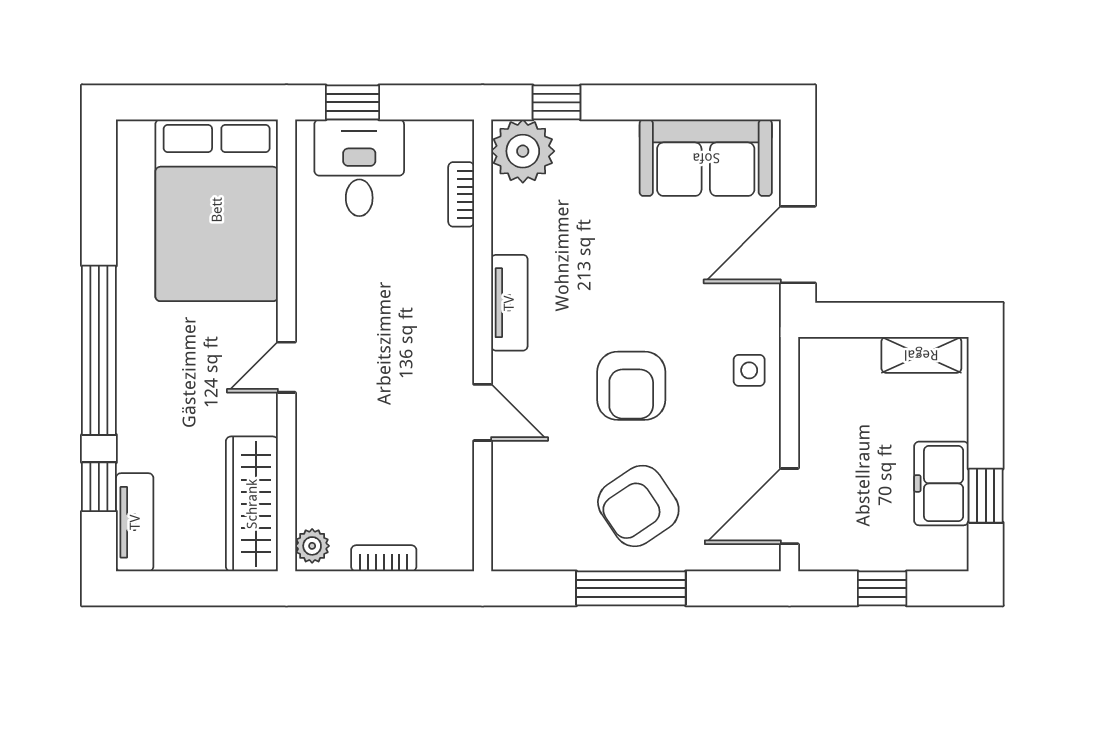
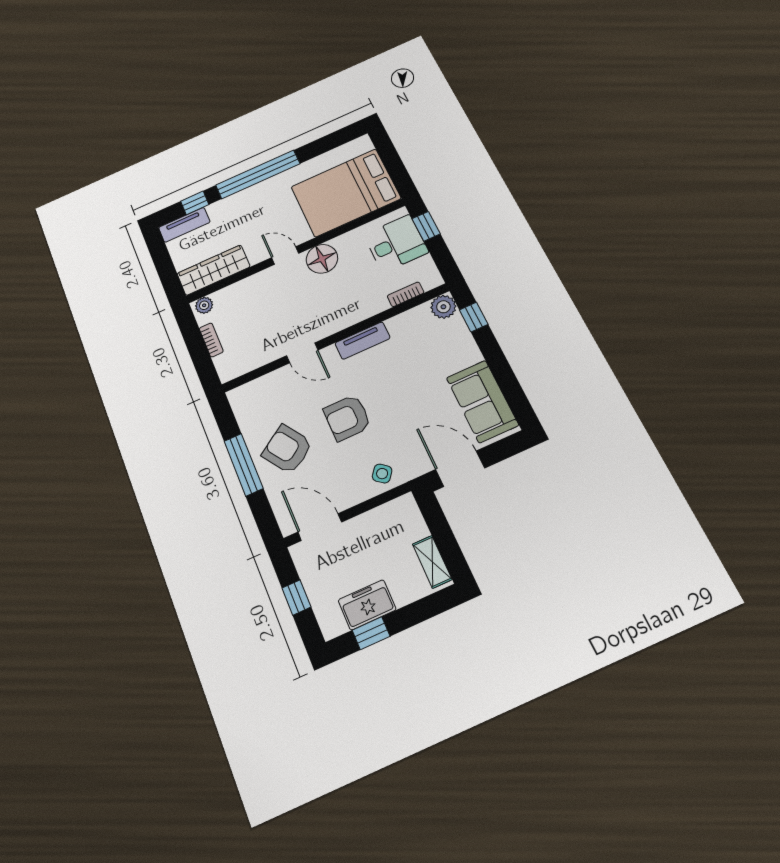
plant: (523, 151) -> (443, 307), width x0.73, depth x0.73
floor lamp: (325, 306) -> (322, 259), added
side table: (749, 370) -> (382, 474), turned 38
door: (483, 412) -> (302, 353), hinge flipped

